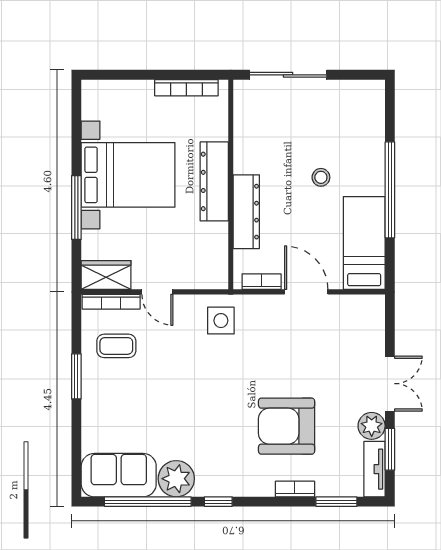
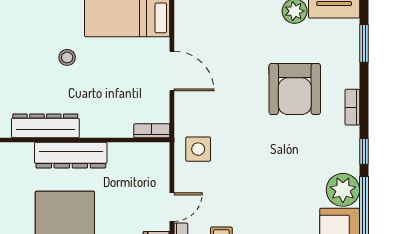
dresser: (246, 212) -> (45, 126), moved
bookcase: (262, 282) -> (152, 131), moved, turned 90
door: (306, 292) -> (172, 71), swing flipped
bookcase: (295, 489) -> (352, 107), moved

